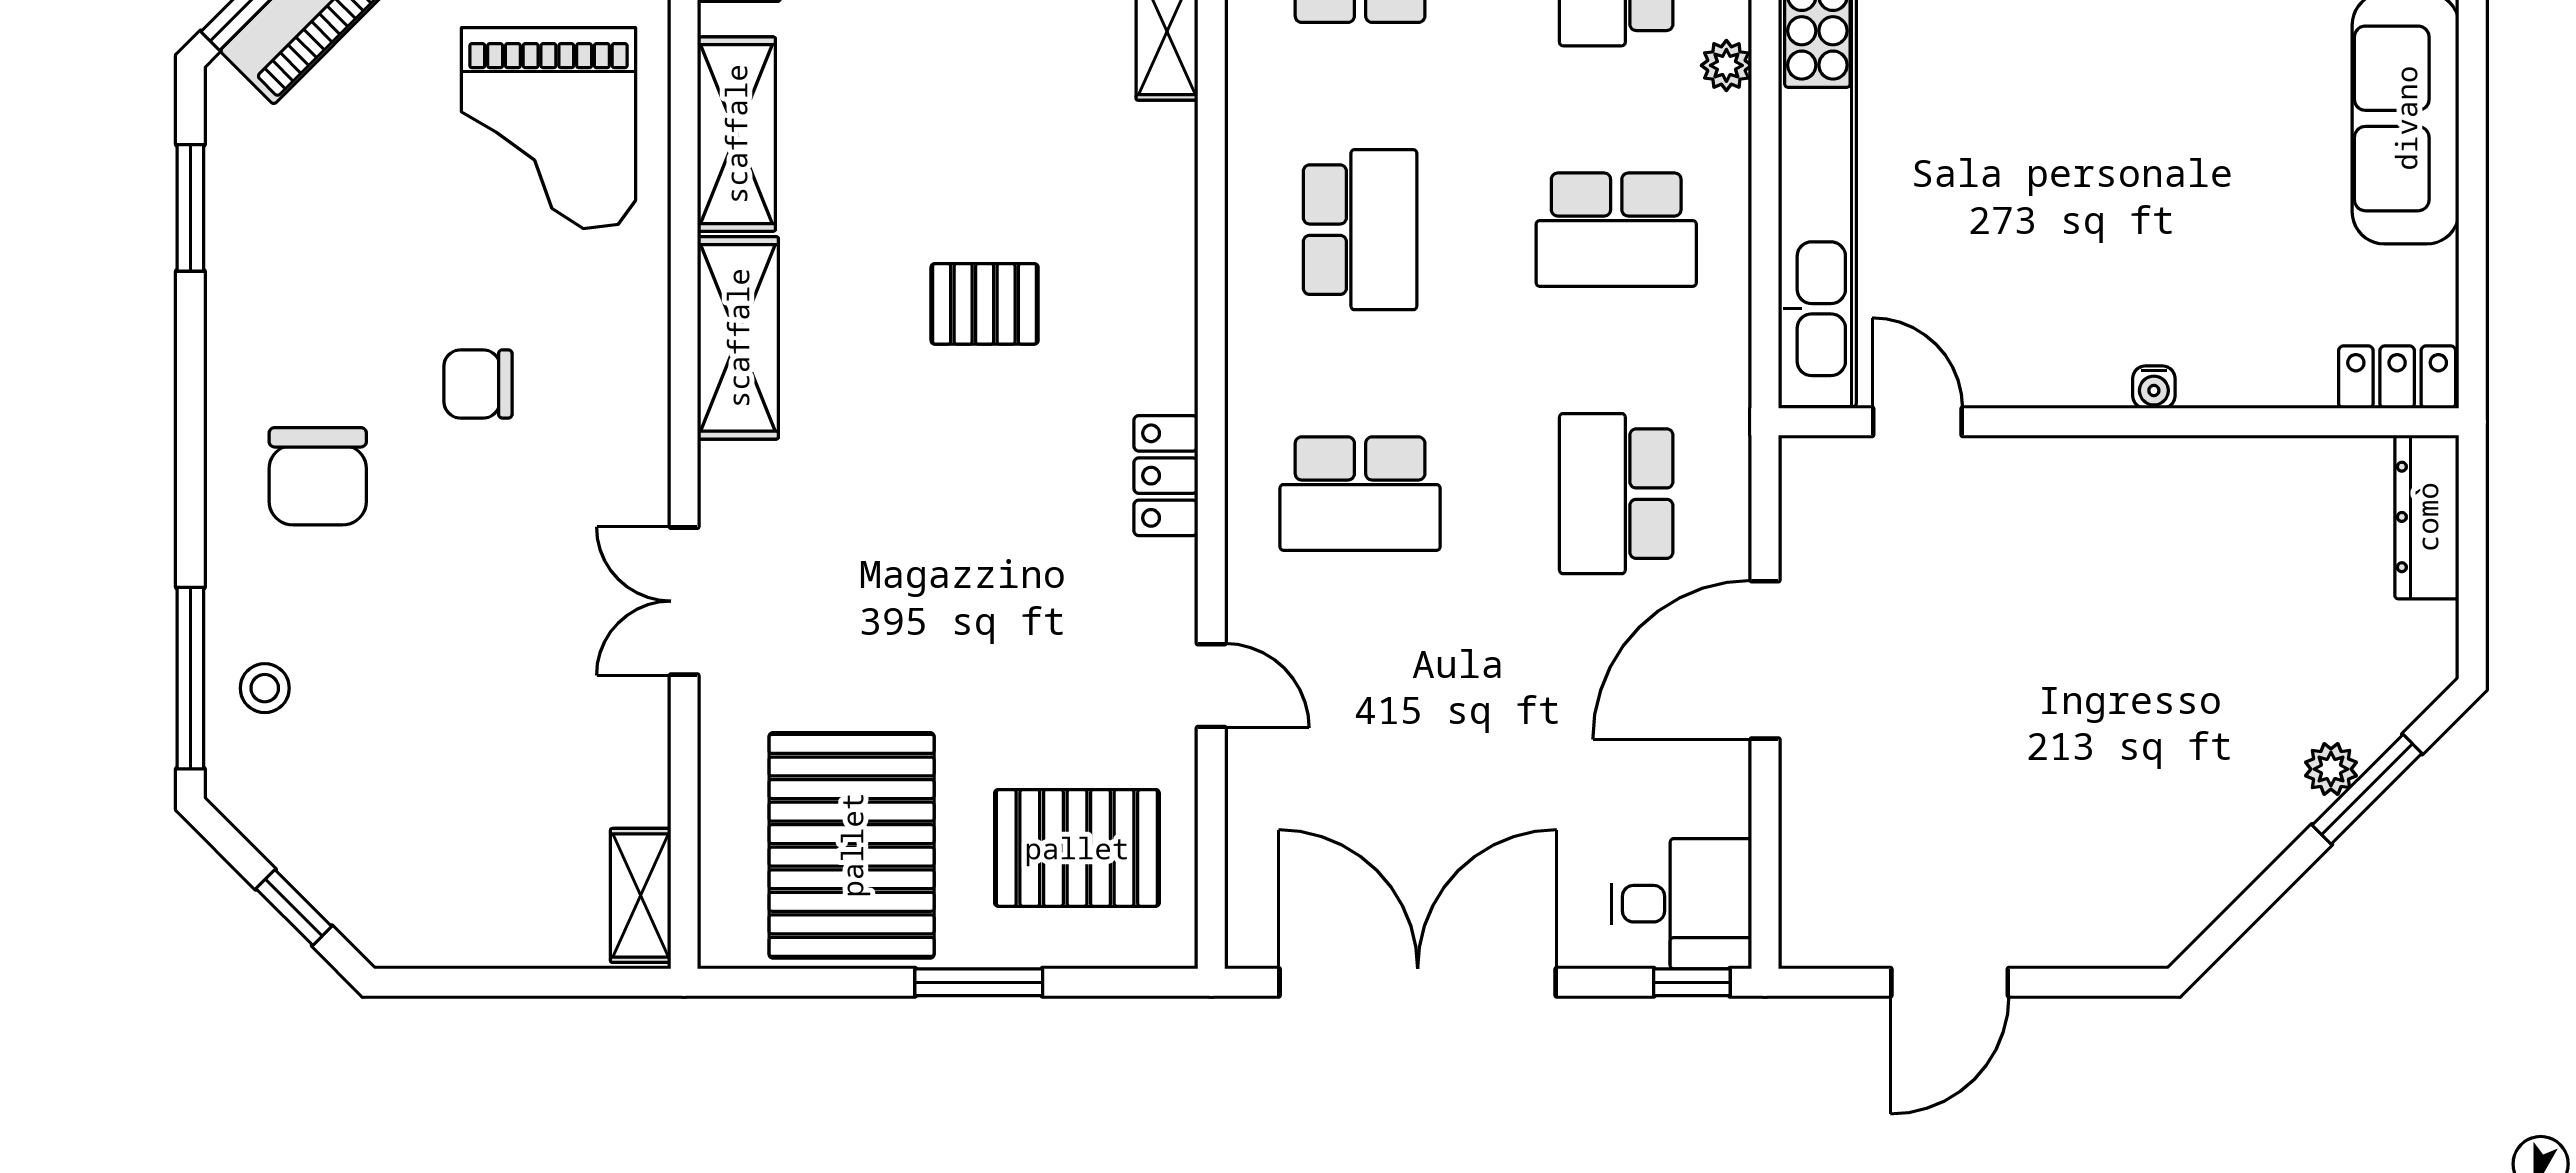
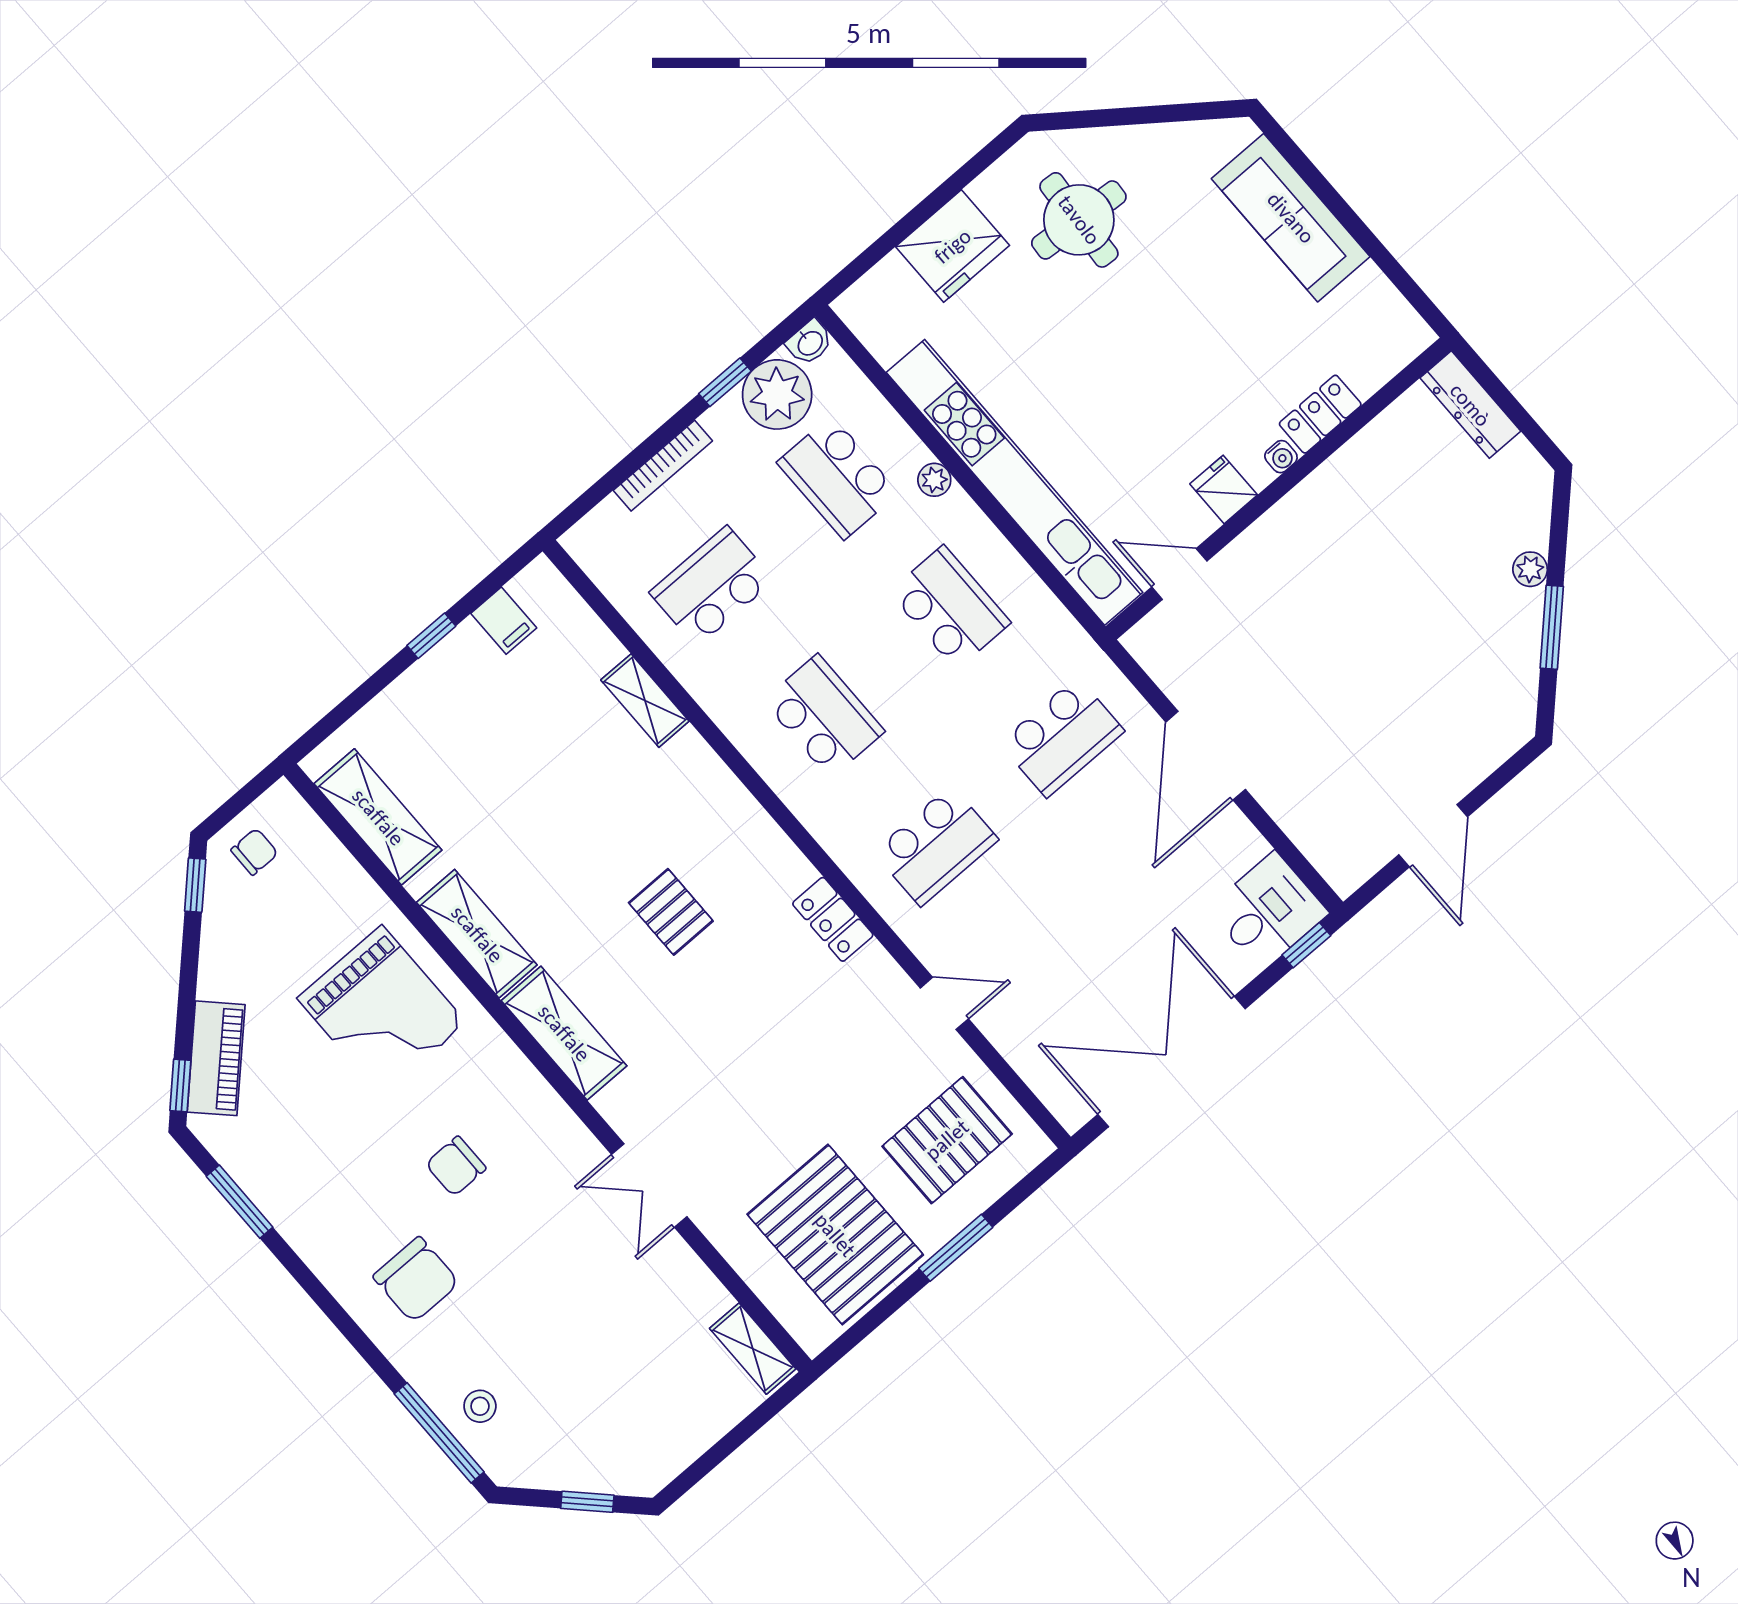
school desk: (1616, 230) -> (950, 607), turned -90
pallet: (985, 304) -> (671, 912), turned 90
fridge: (2054, 368) -> (1224, 489), added
locker: (2397, 377) -> (1320, 414), moved
school desk: (1616, 494) -> (1062, 737), turned -90
window: (2367, 789) -> (1552, 627), moved

